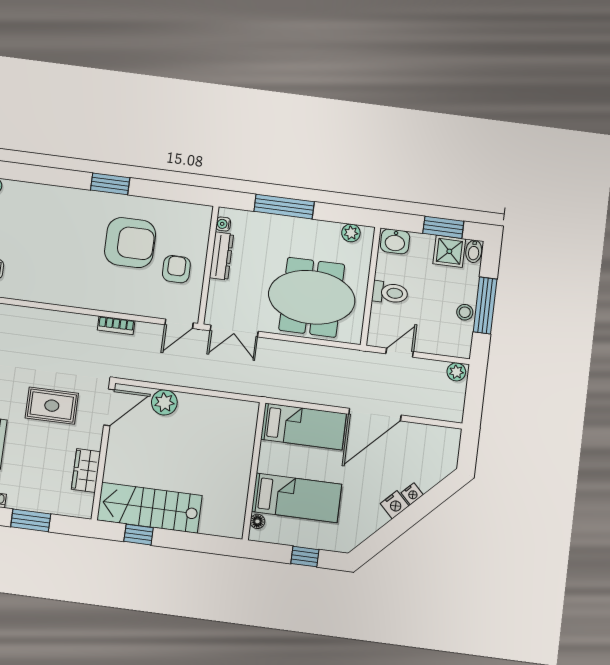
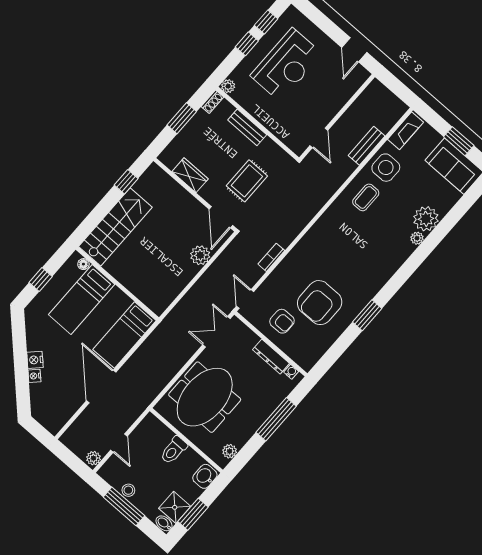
door: (400, 353) -> (119, 443), moved
stairs: (149, 508) -> (115, 227), moved

